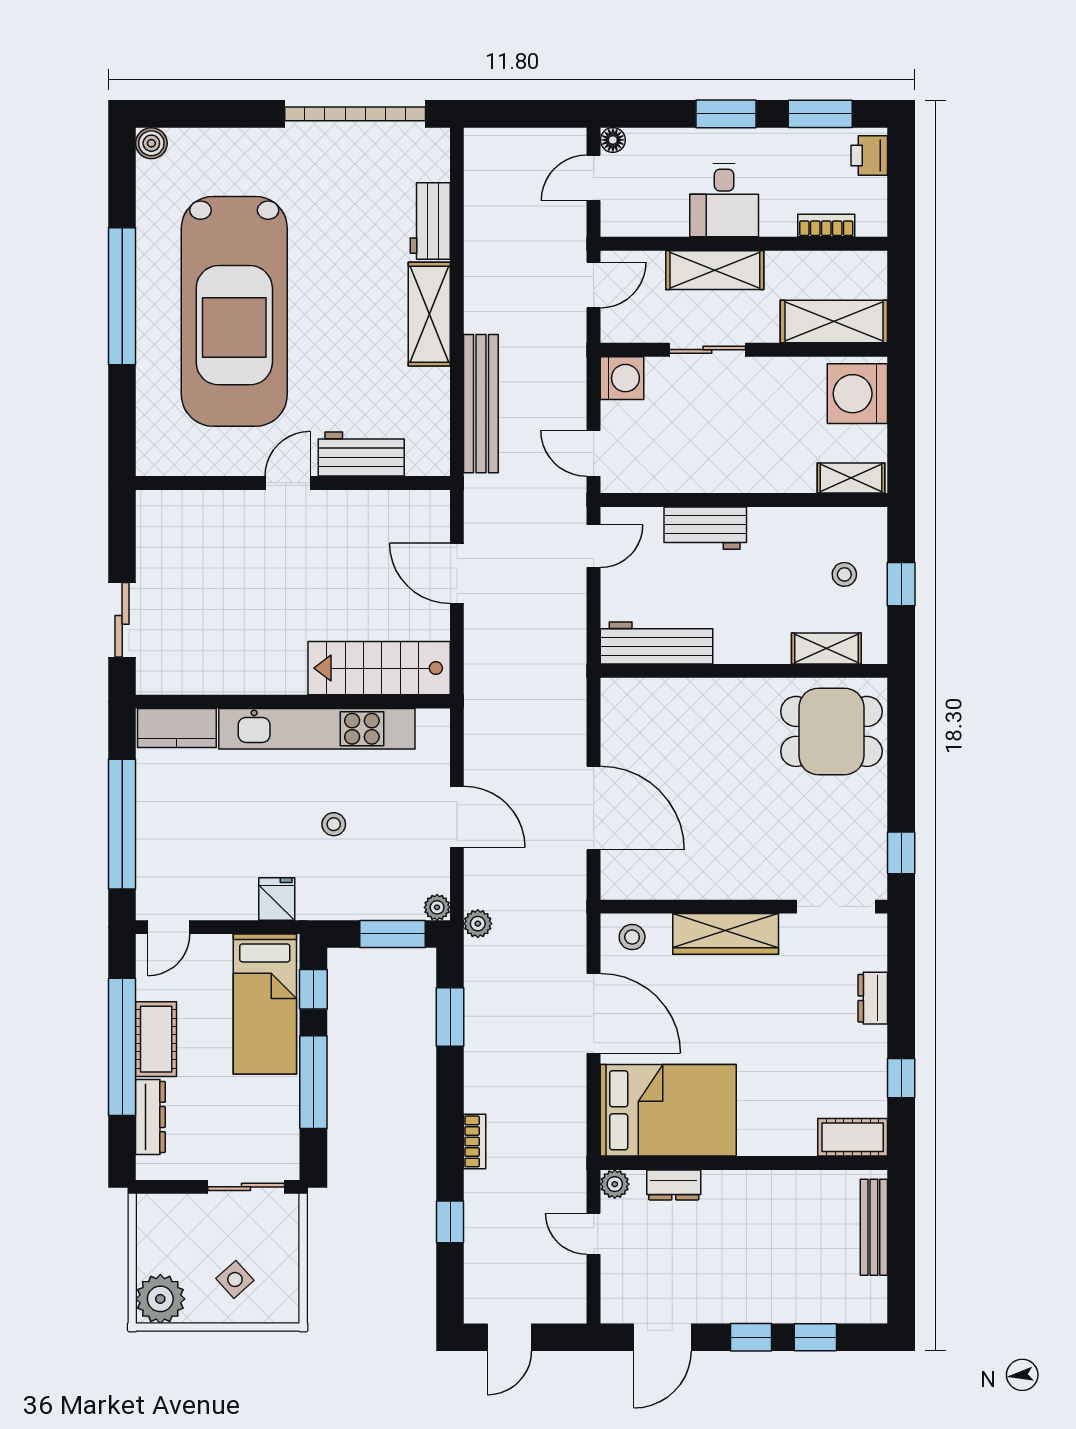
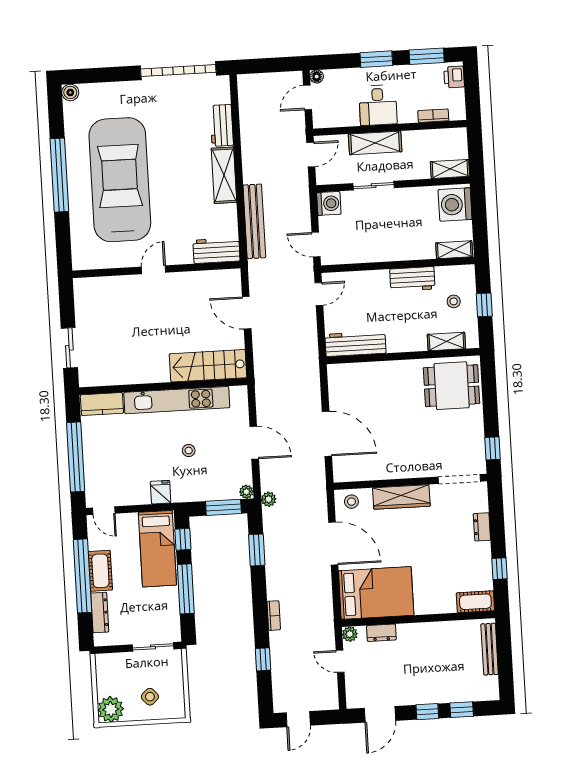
car: (234, 311) -> (120, 180), turned 180
shelving: (834, 321) -> (450, 169), width x0.67, depth x0.75
workbench: (361, 454) -> (216, 251), moved
workbench: (705, 528) -> (412, 279), moved
door: (169, 927) -> (104, 511), hinge flipped

